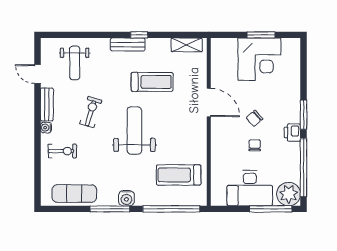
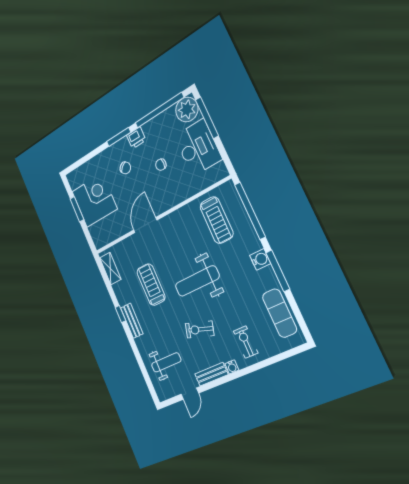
chair: (254, 118) -> (125, 168), moved

